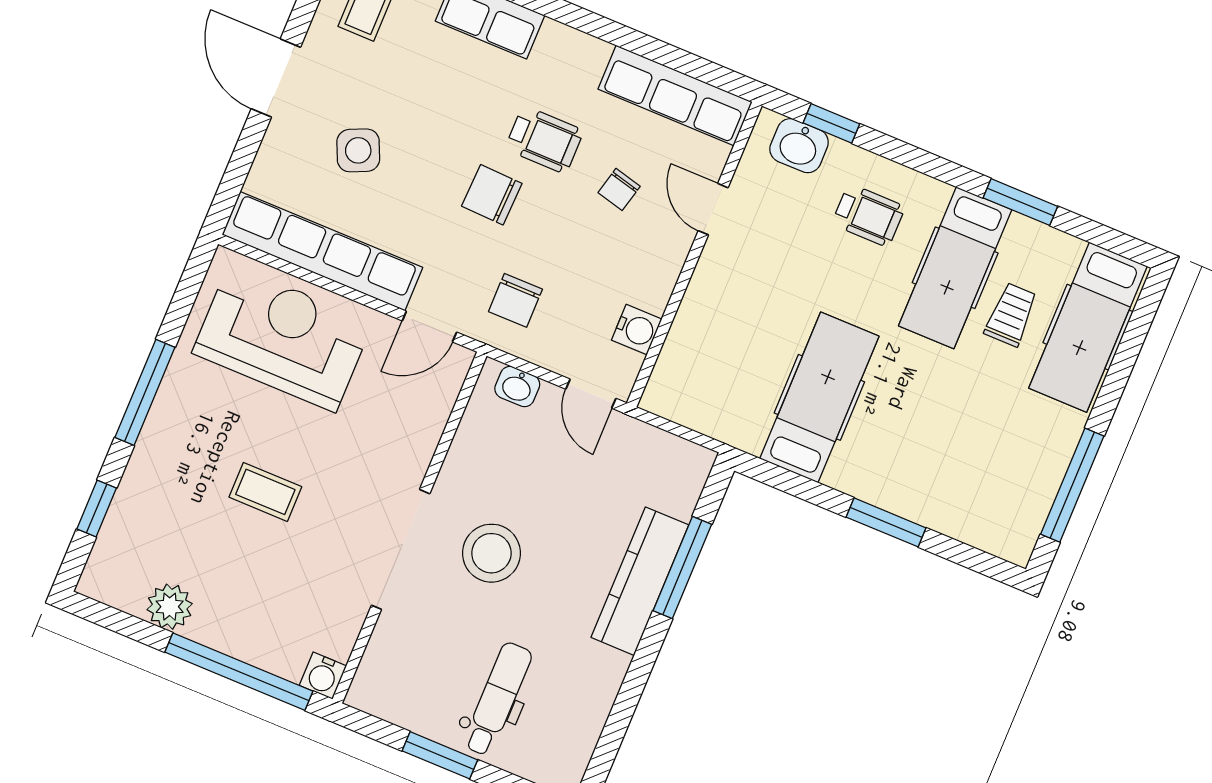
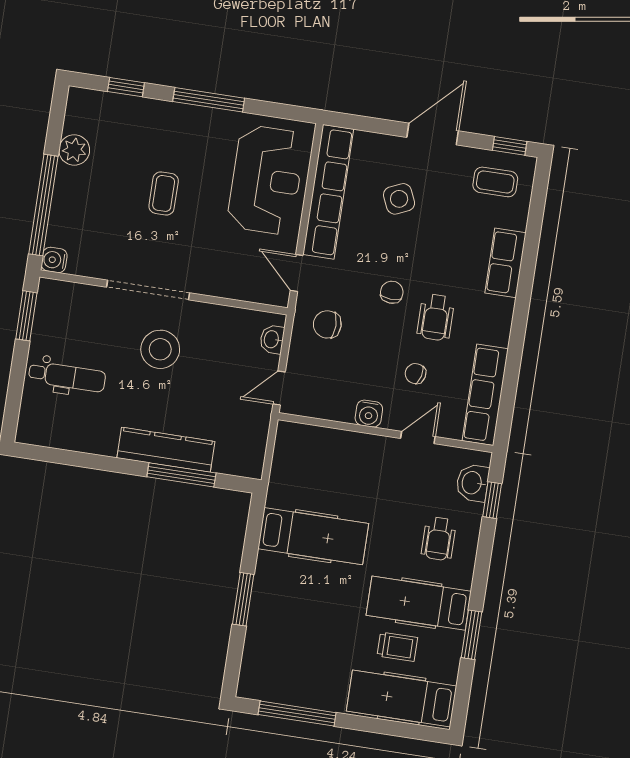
chair: (492, 195) -> (392, 292), width x0.73, depth x0.73
water cooler: (637, 330) -> (369, 414), moved
window: (440, 755) -> (26, 316), moved

